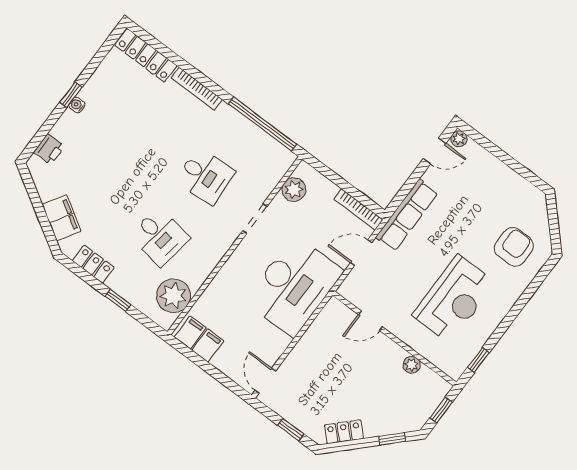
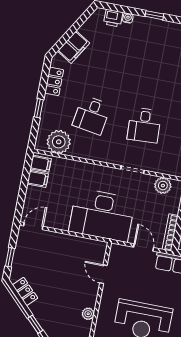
water cooler: (77, 105) -> (128, 18), moved

